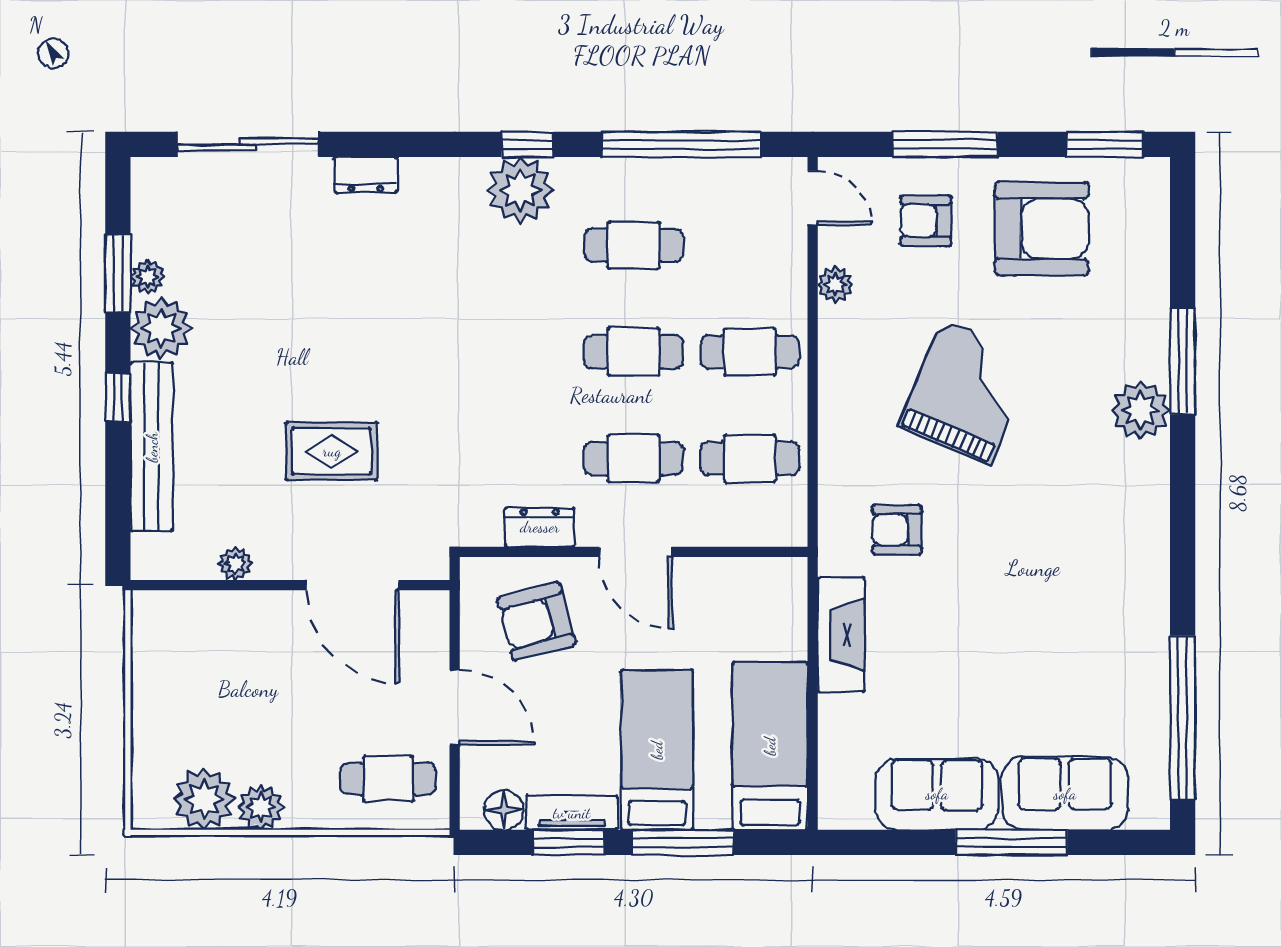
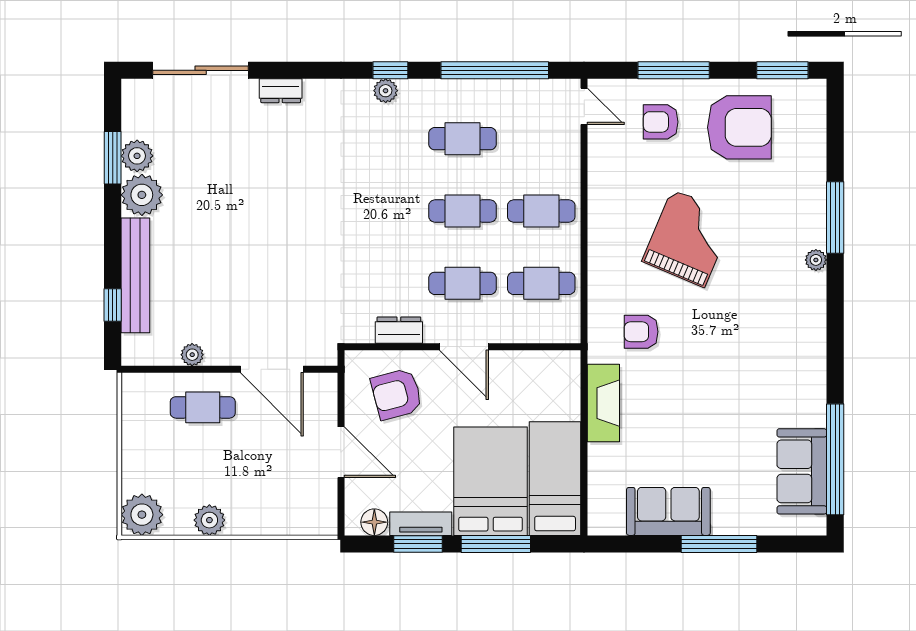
plant: (520, 190) -> (386, 91), width x0.53, depth x0.53
plant: (148, 277) -> (137, 156), width x1.38, depth x1.38
plant: (835, 285) -> (599, 165), removed
window: (118, 398) -> (113, 305), moved
plant: (1141, 410) -> (816, 260), width x0.53, depth x0.53
rug: (332, 451) -> (258, 278), removed
bed: (657, 750) -> (491, 481), width x1.50
cafe table: (388, 779) -> (203, 407), moved
sofa: (1065, 794) -> (802, 471), moved, turned -90
plant: (204, 799) -> (142, 515), moved

